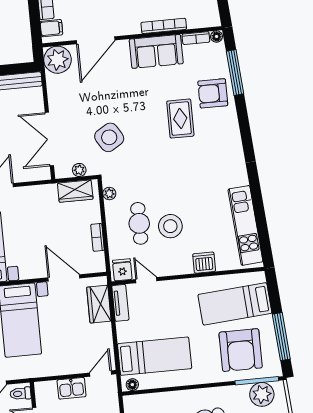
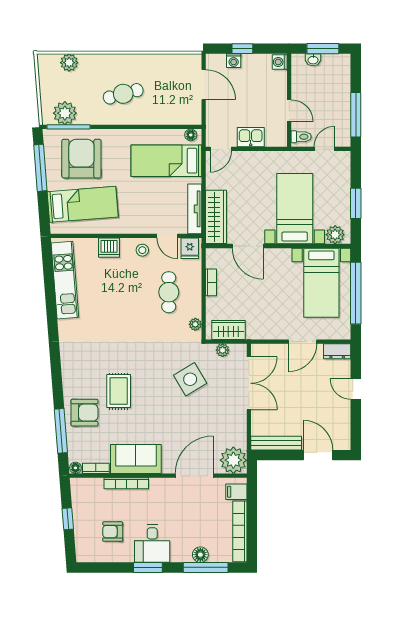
stool: (170, 226) -> (142, 250), moved, width x0.53, depth x0.53
tv unit: (120, 303) -> (195, 209), width x1.41
wardrobe: (99, 304) -> (216, 217), width x1.50

